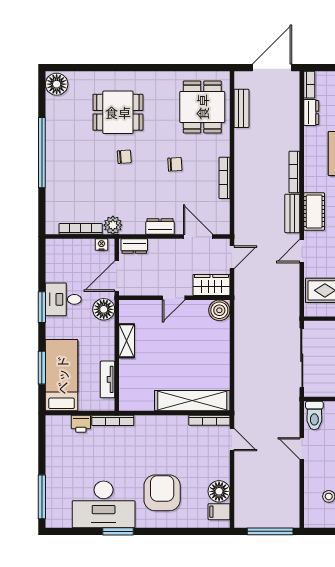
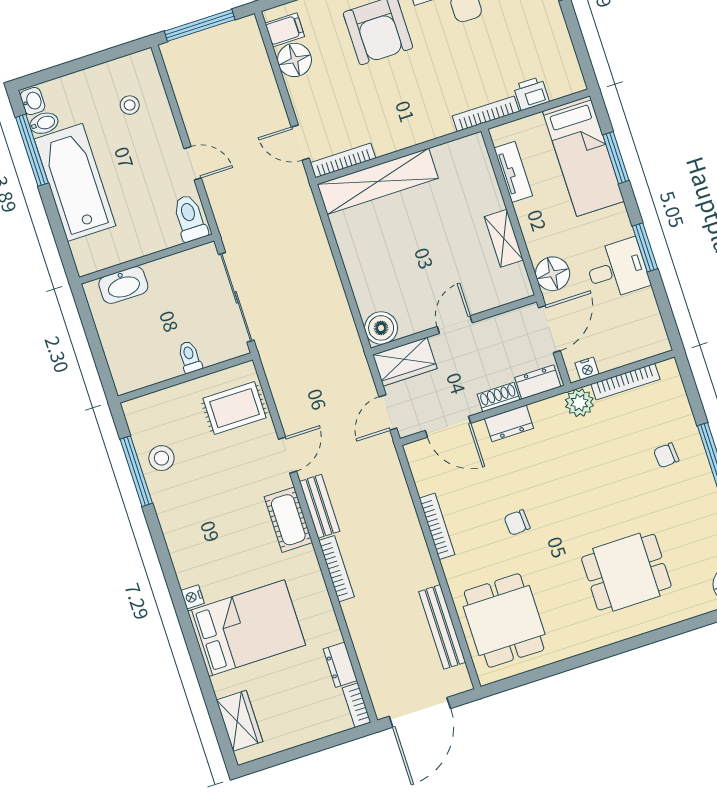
bench: (241, 108) -> (442, 627), width x1.36
chair: (124, 157) -> (666, 455), moved
shoe rack: (161, 245) -> (498, 397), added

